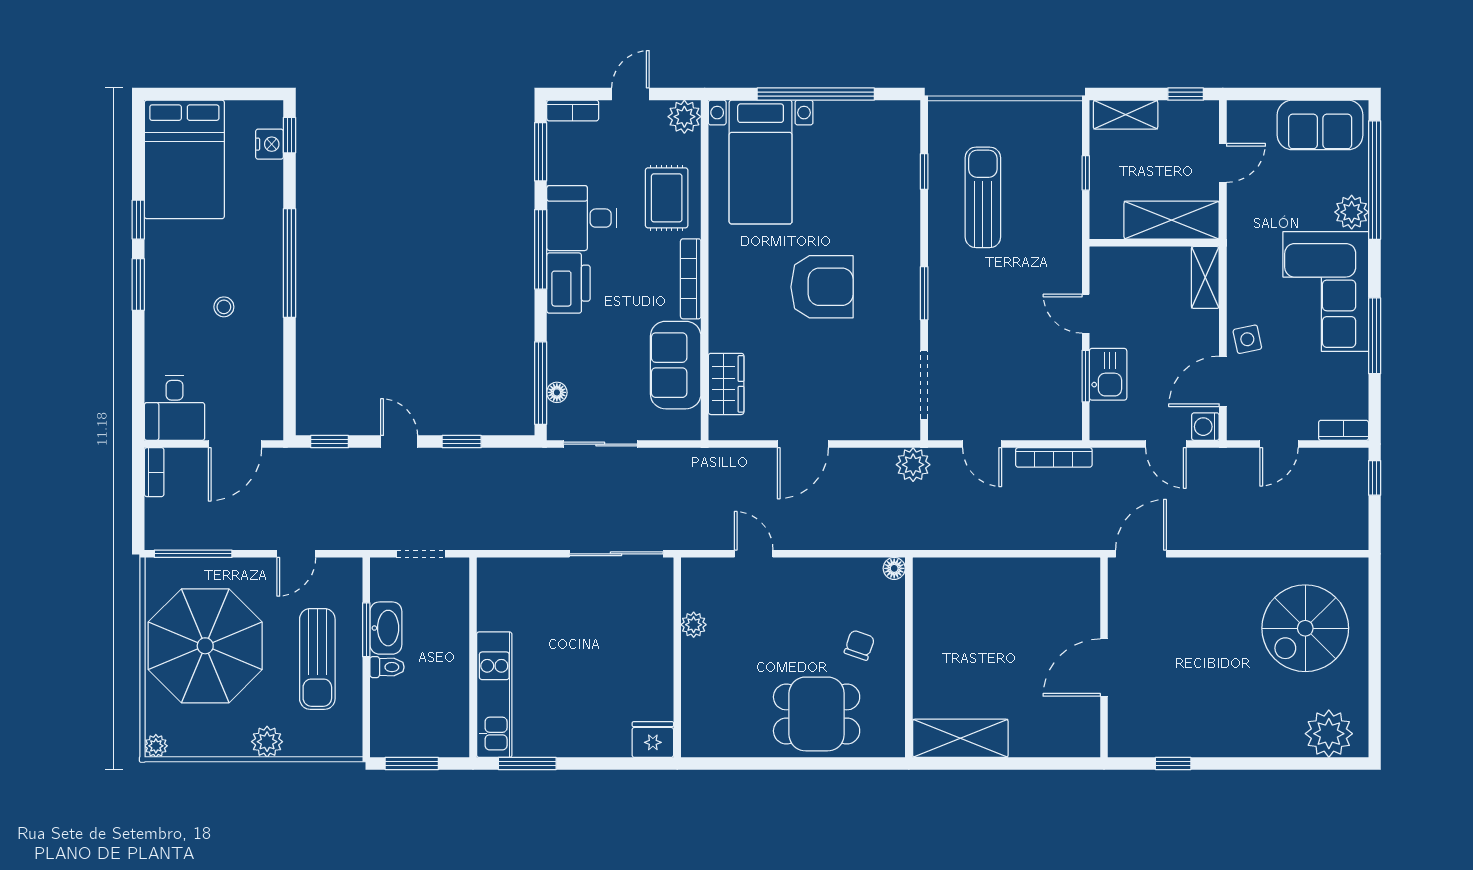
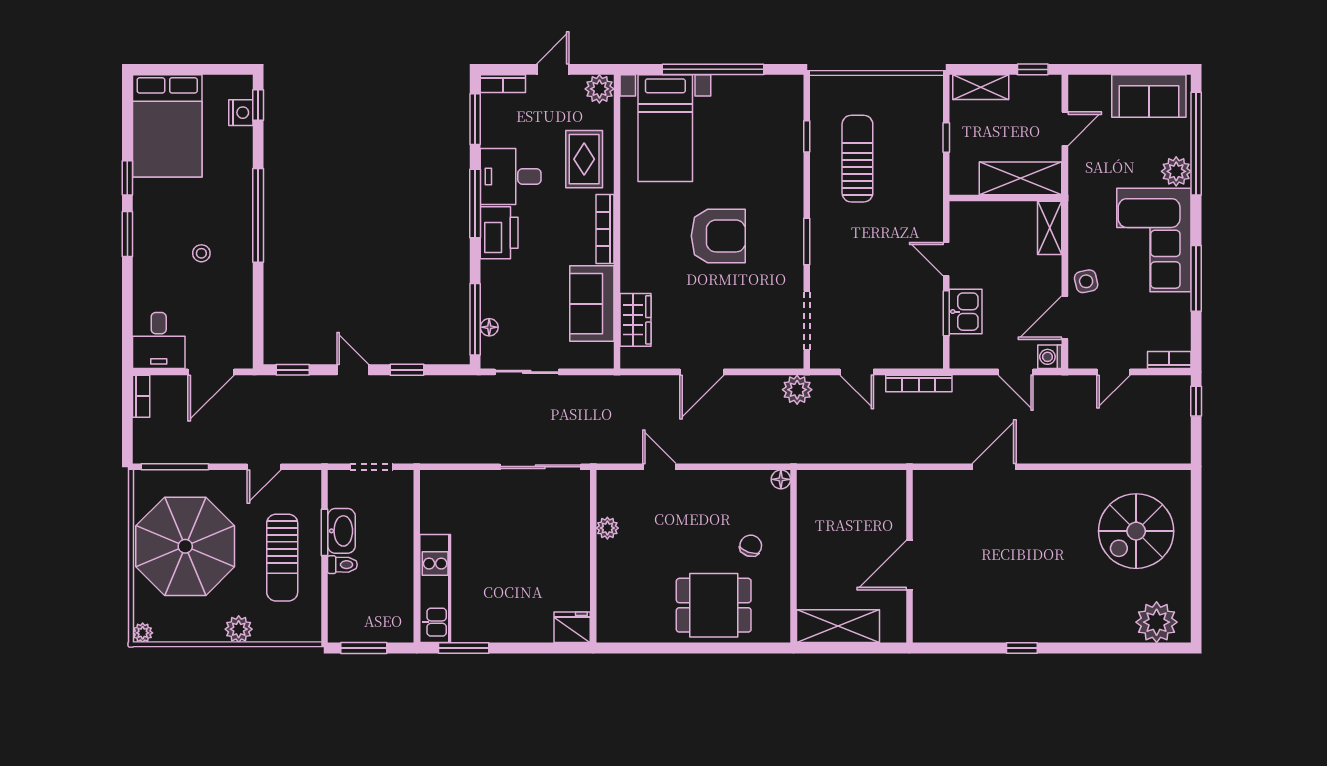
wall: (1104, 657) -> (909, 556), moved
door: (1104, 668) -> (909, 565), moved

